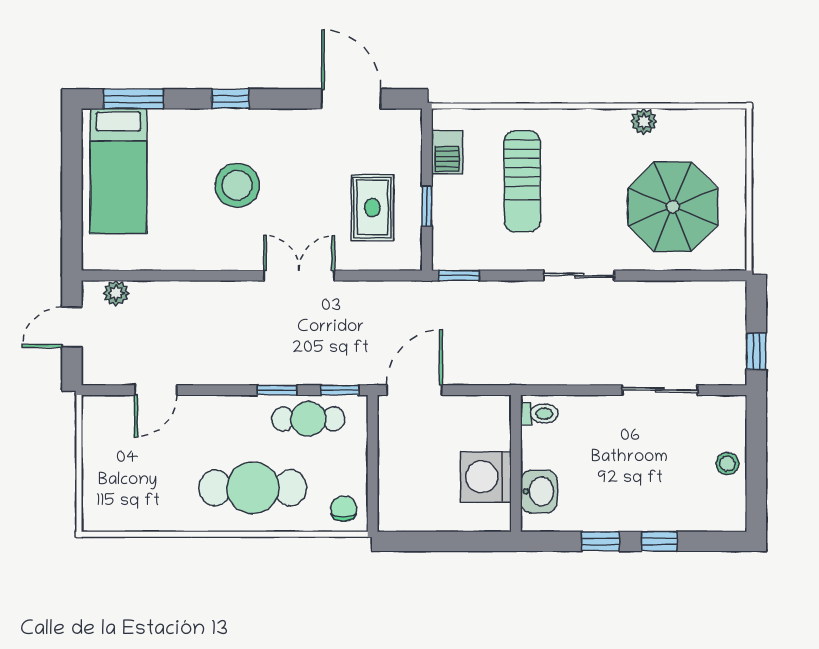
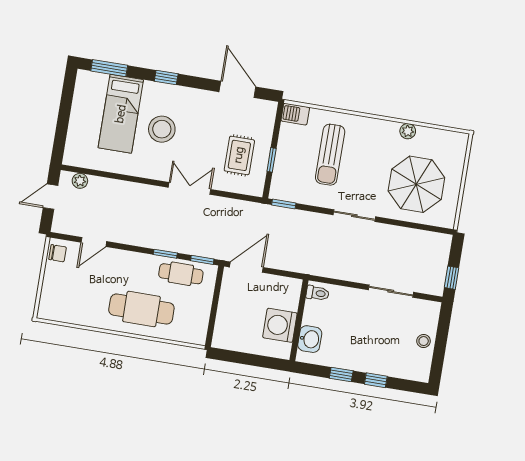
barbecue: (447, 152) -> (295, 114), moved, turned 90
bed: (118, 171) -> (121, 114), moved
chair: (344, 509) -> (58, 253), moved, turned 90

